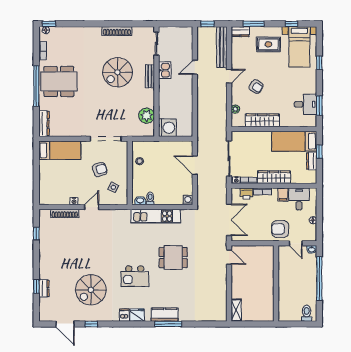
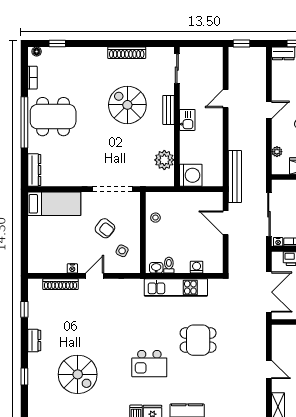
window: (49, 24) -> (57, 44), moved
bench: (222, 47) -> (235, 176), moved
kitchen sink: (165, 70) -> (187, 120), moved
spiral stairs: (117, 72) -> (127, 105), turned 90
armchair: (100, 170) -> (105, 228), turned 55
washing machine: (188, 200) -> (197, 267), moved
door: (229, 257) -> (269, 370), moved
dresser: (44, 288) -> (34, 341), moved
spiral stairs: (91, 290) -> (78, 374), moved, turned -90

